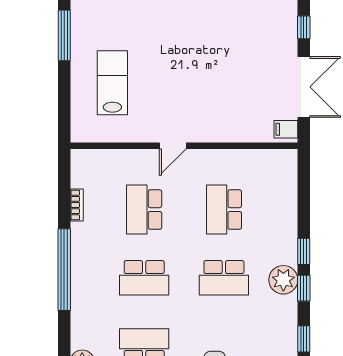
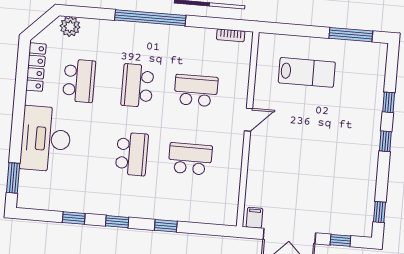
door: (173, 146) -> (249, 120), swing flipped
bookcase: (77, 205) -> (231, 35), moved
window: (304, 251) -> (166, 226), moved
school desk: (224, 278) -> (132, 154), turned 180
plant: (283, 280) -> (126, 205), removed

